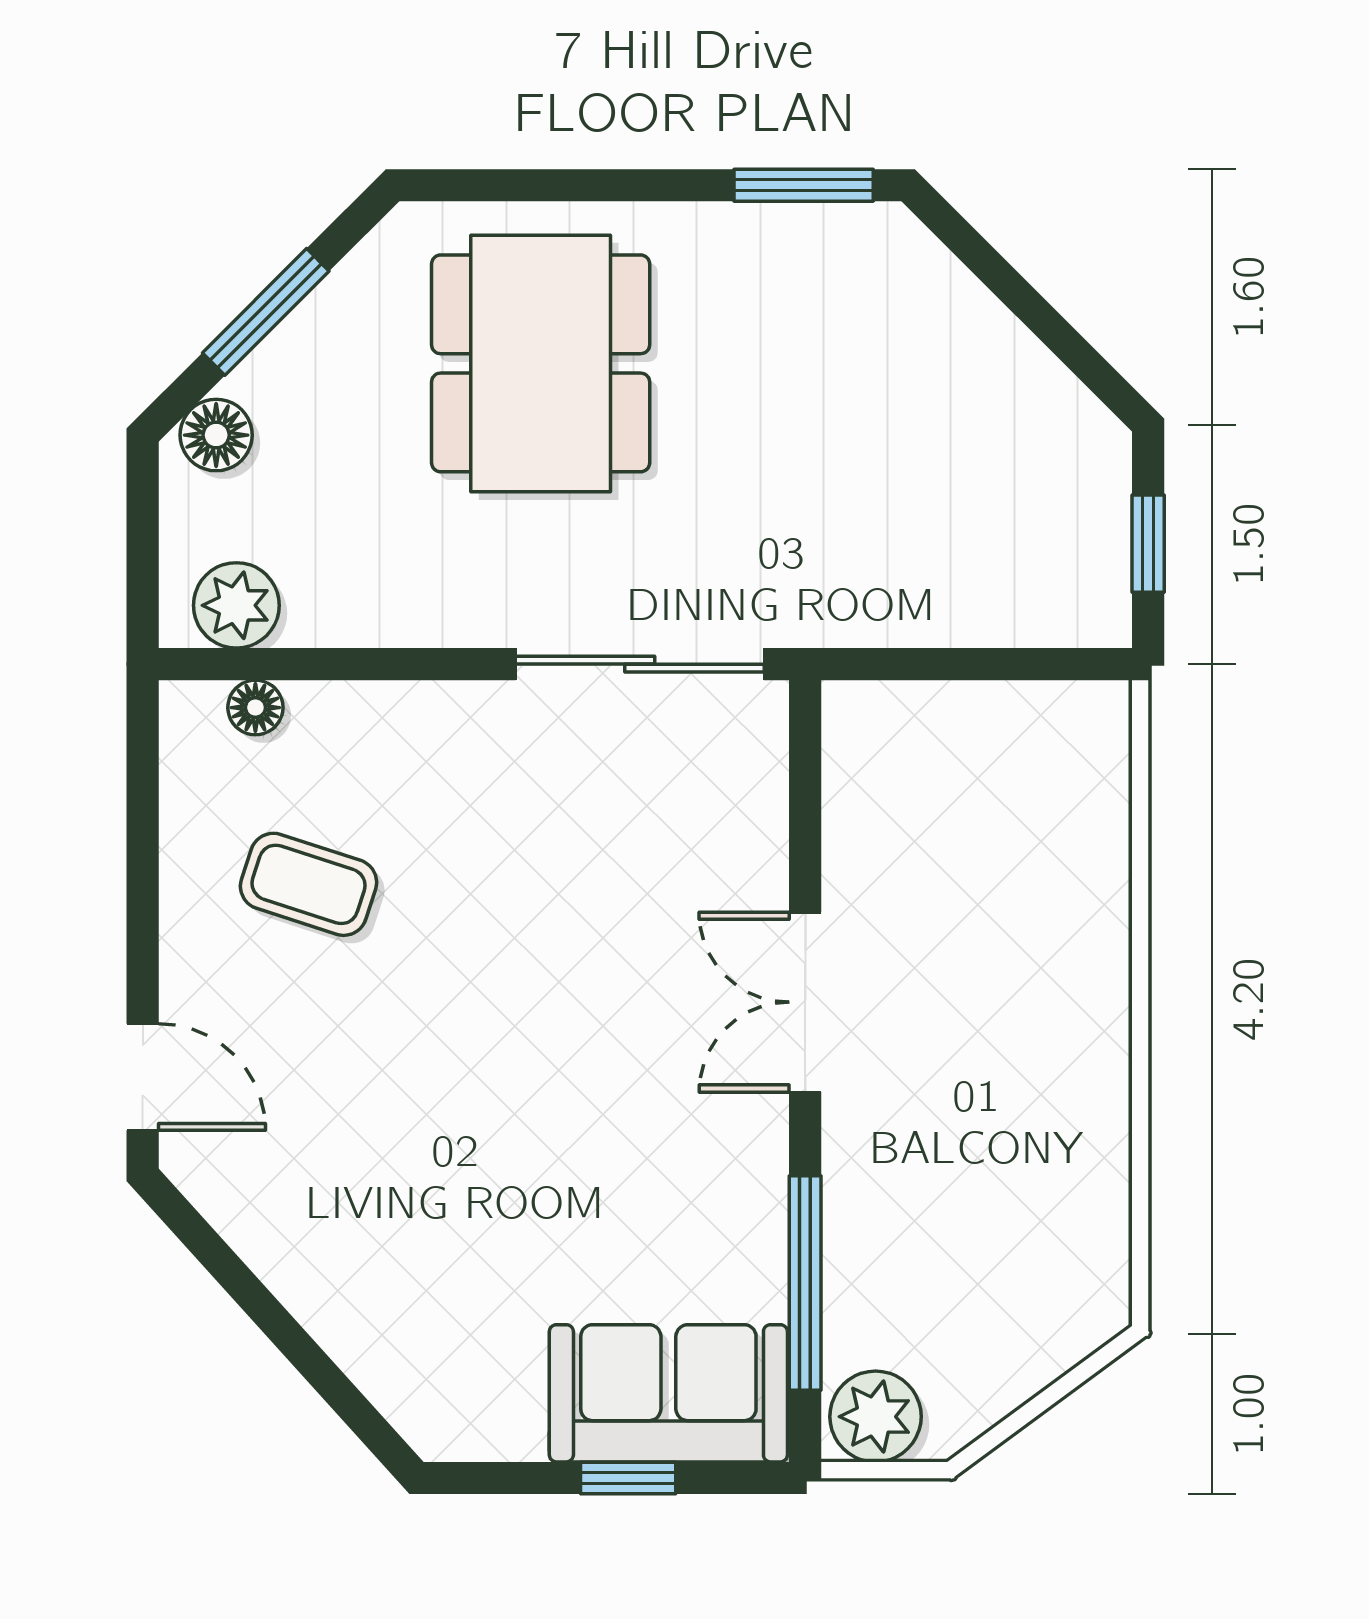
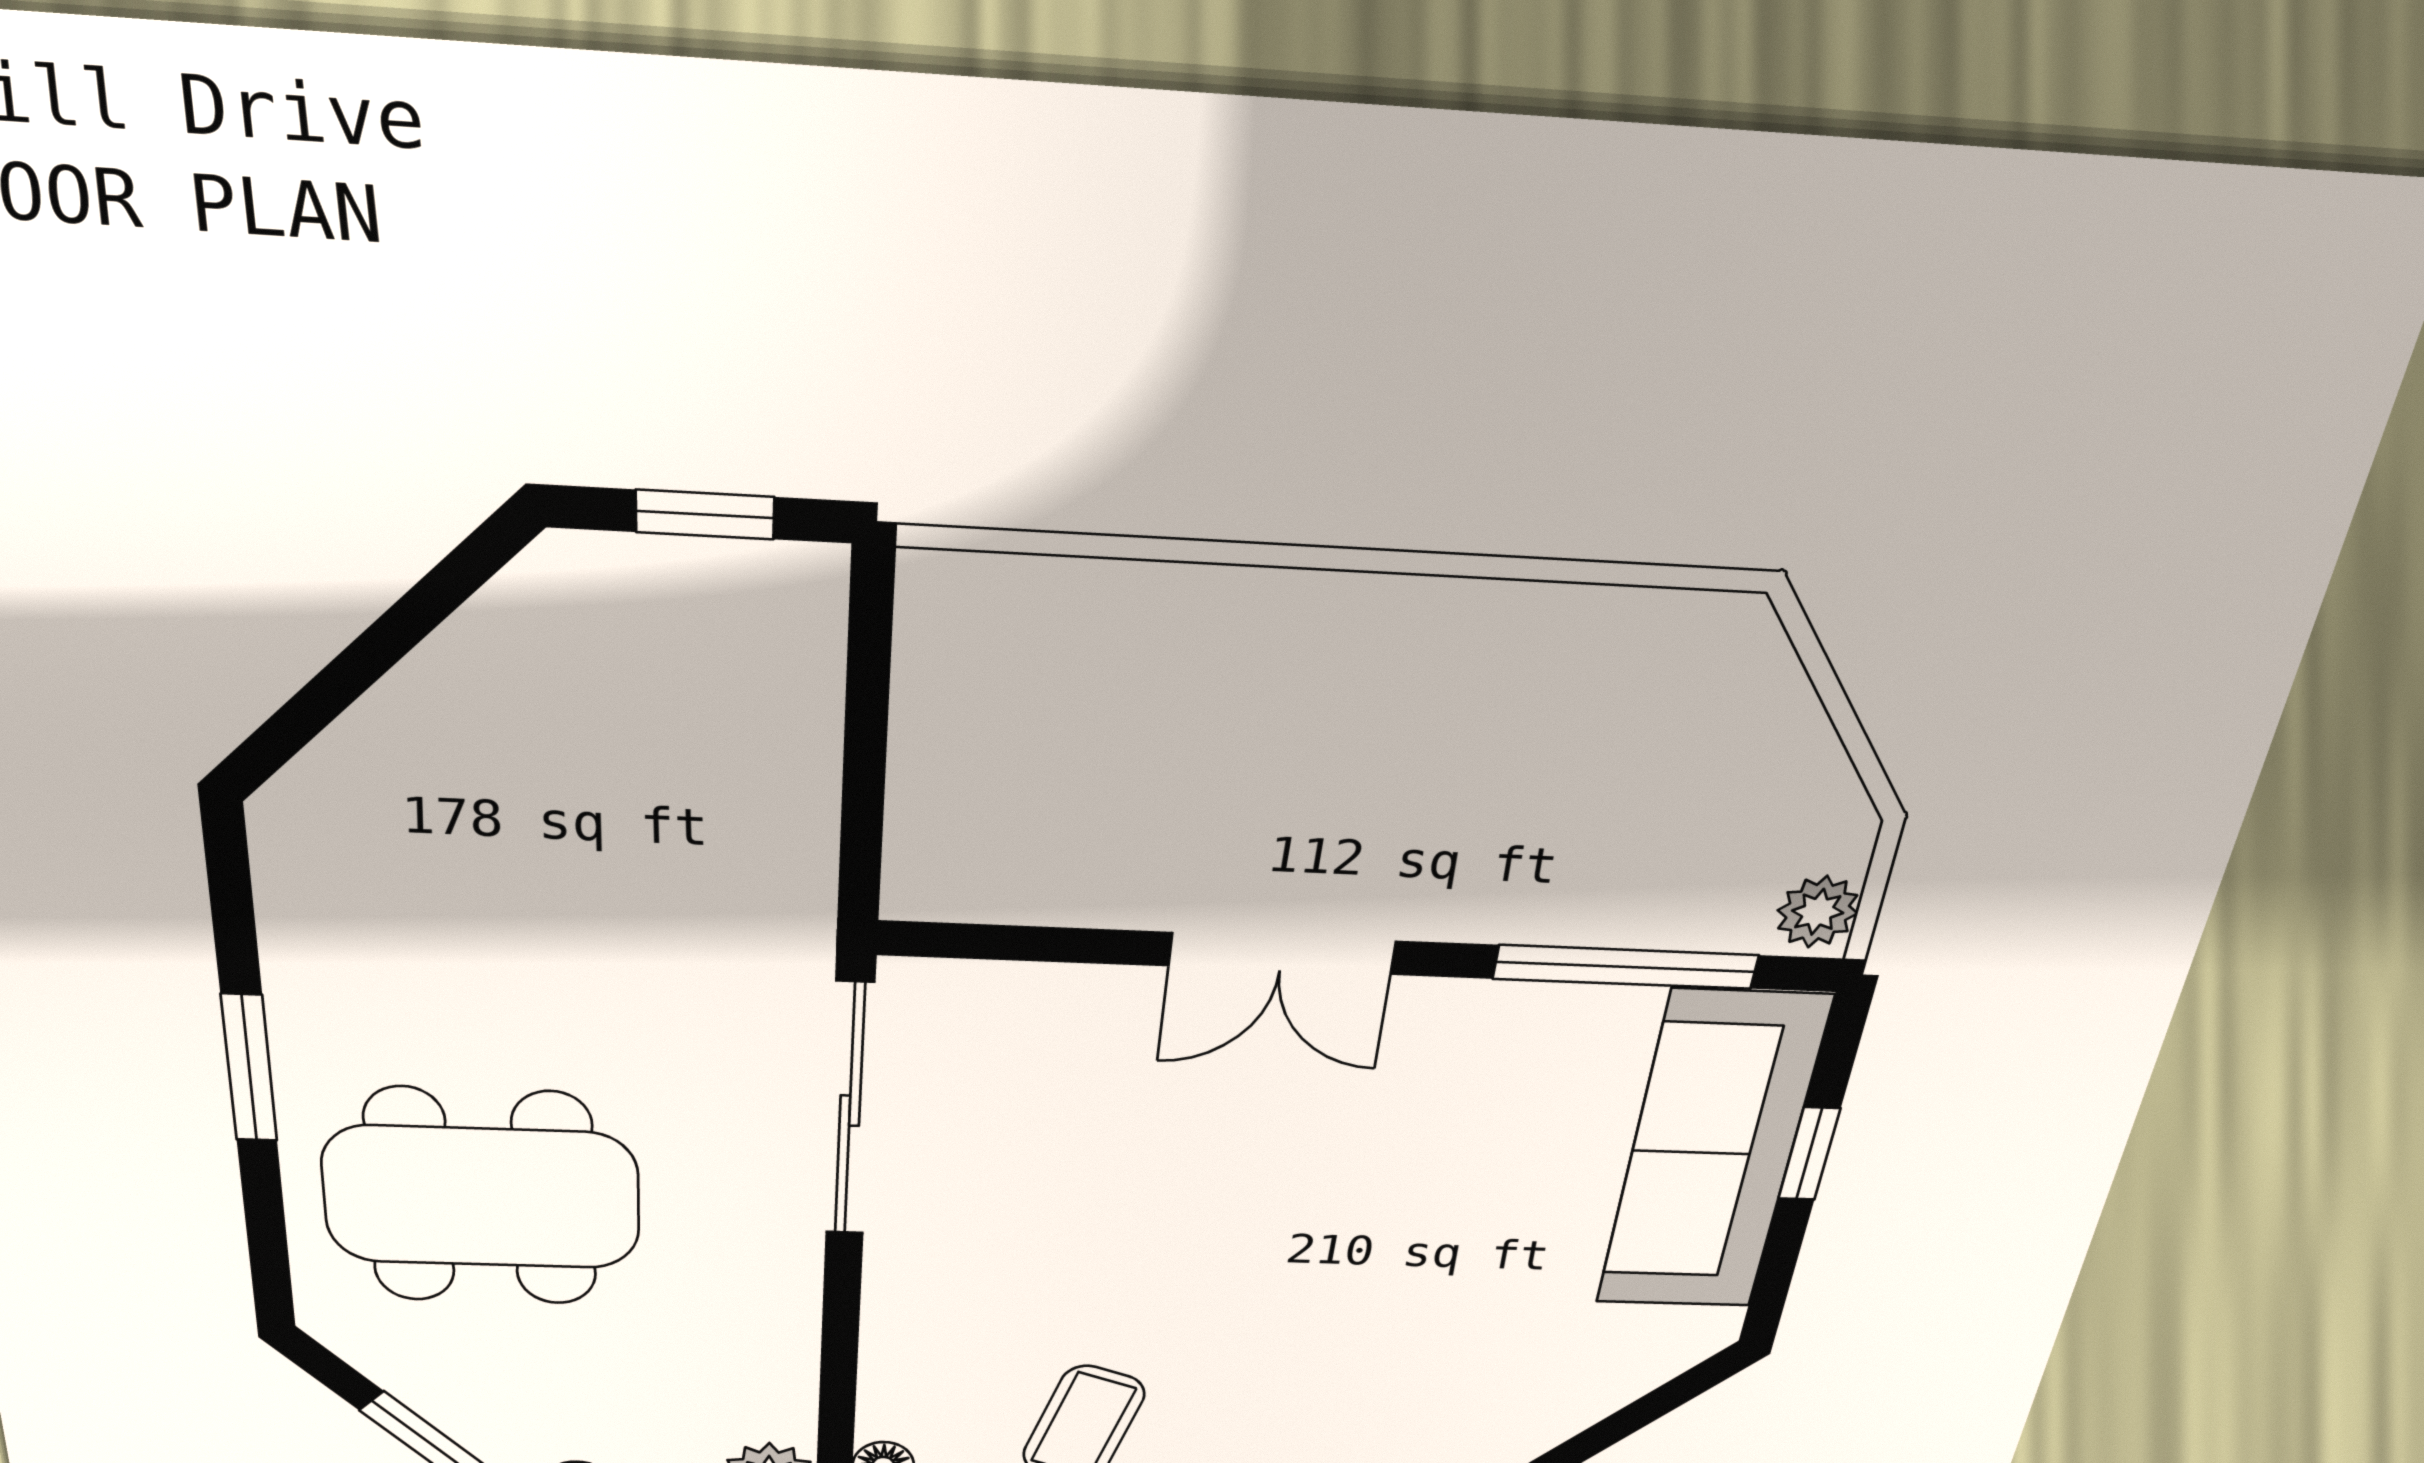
window: (804, 185) -> (249, 1068), moved
sofa: (668, 1393) -> (1712, 1153), width x1.36
plant: (876, 1417) -> (1818, 912), width x0.73, depth x0.73

